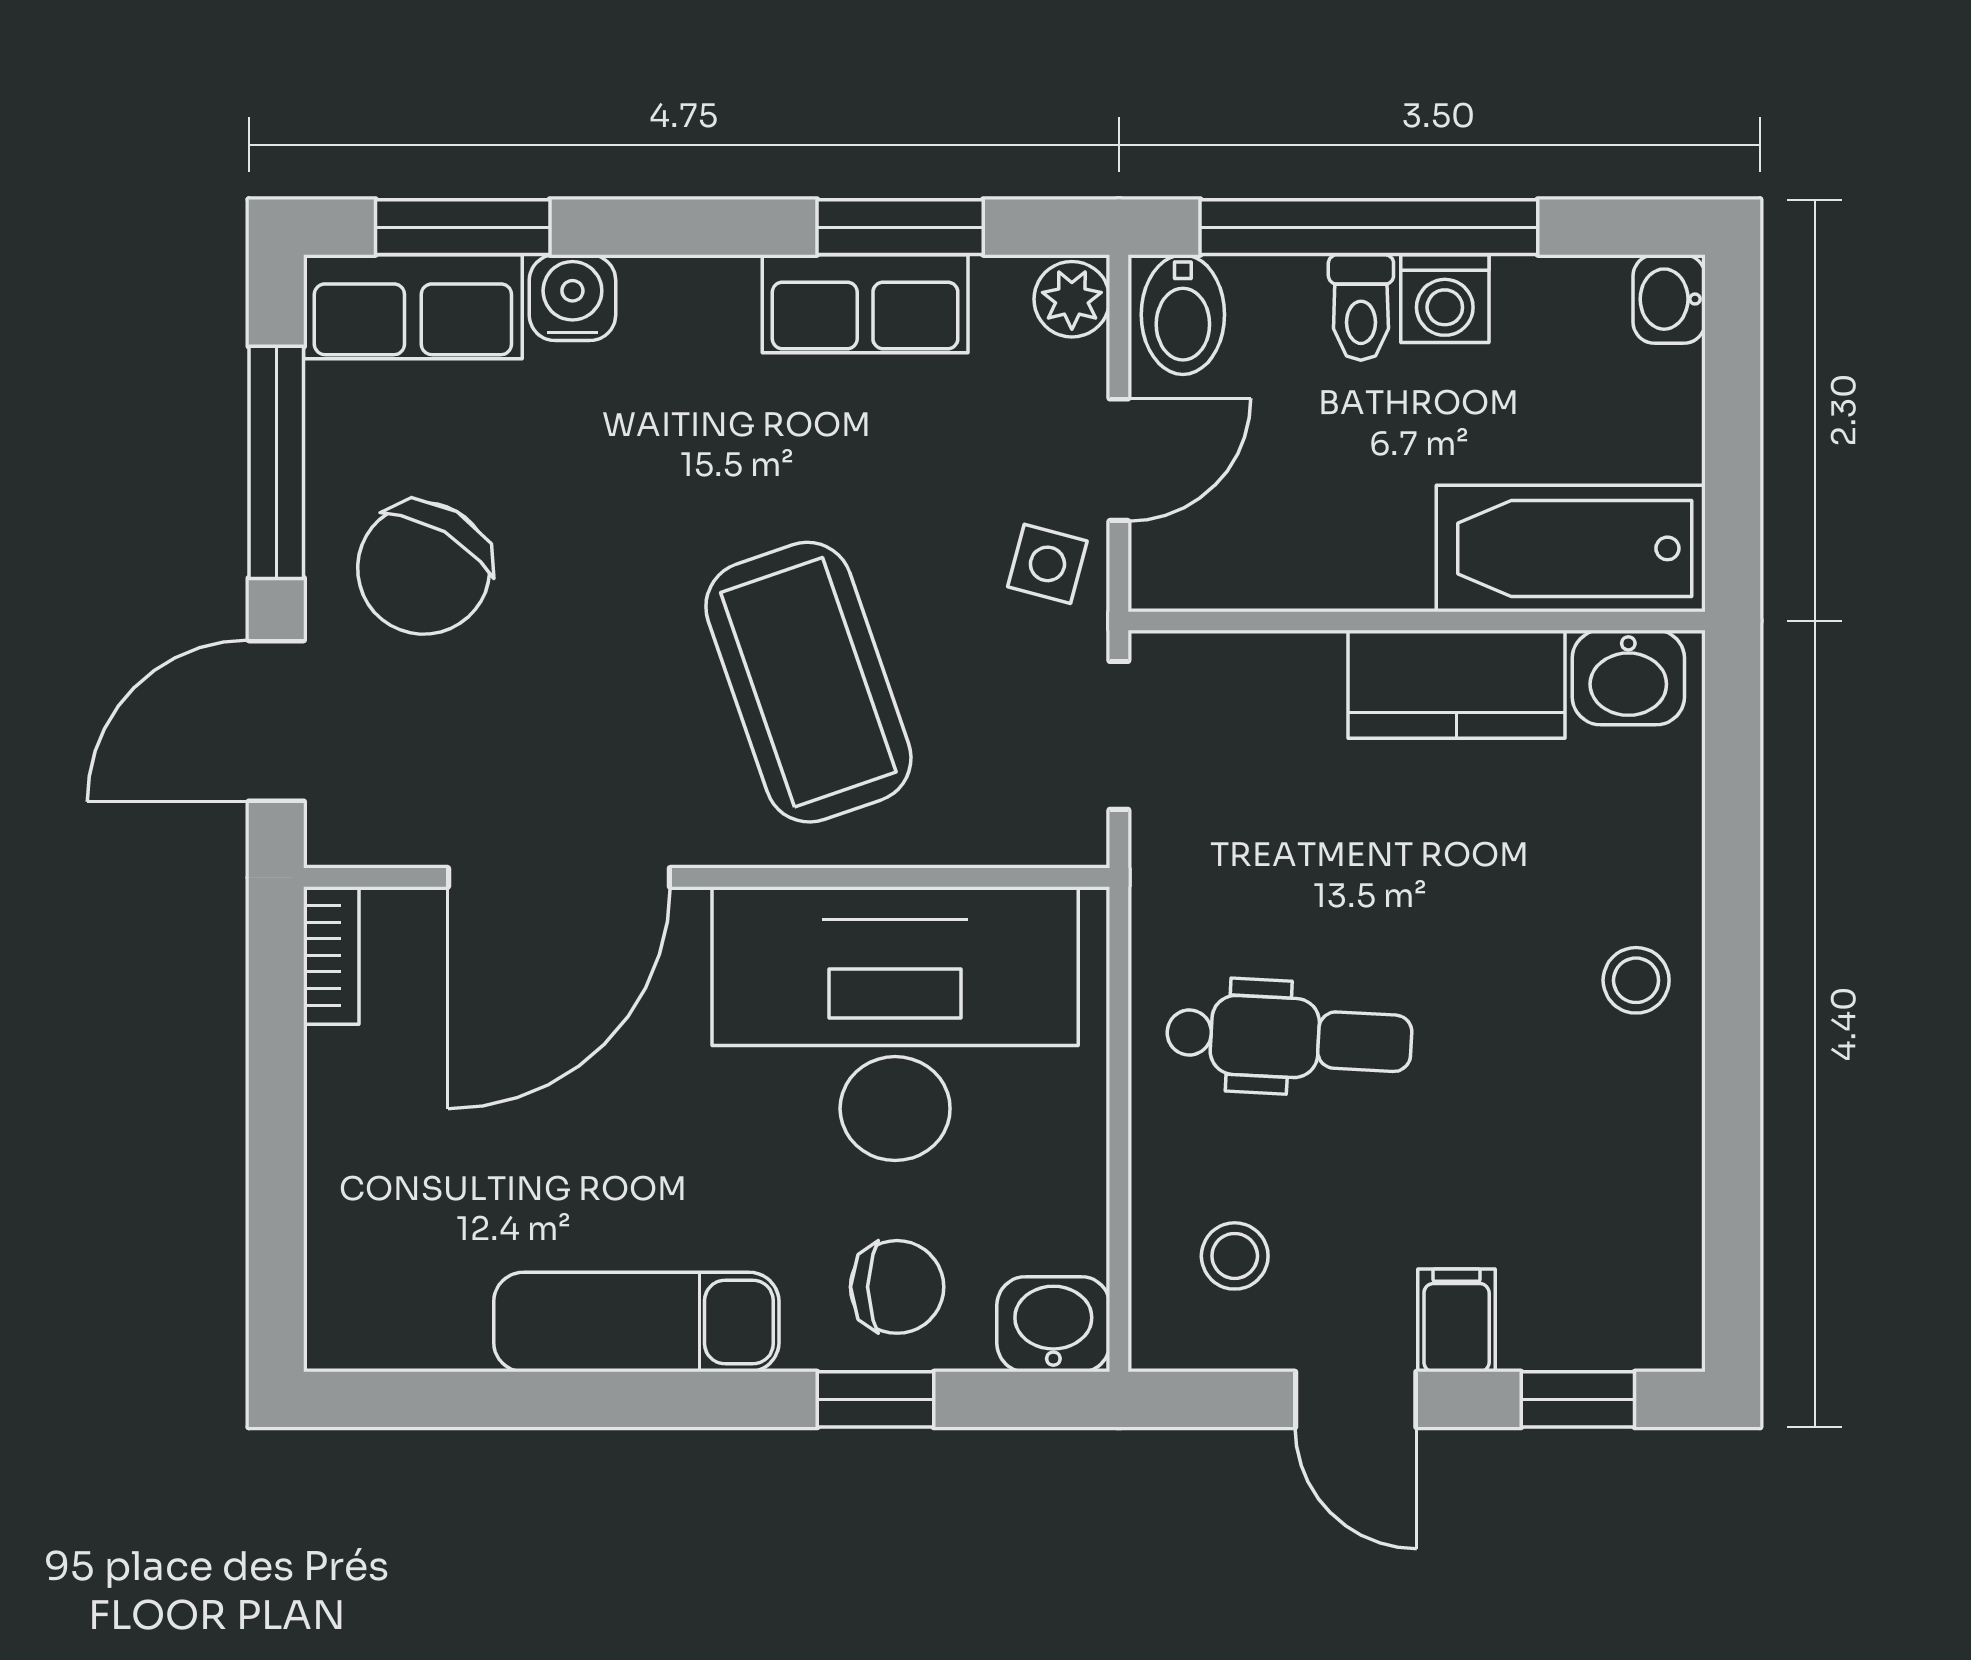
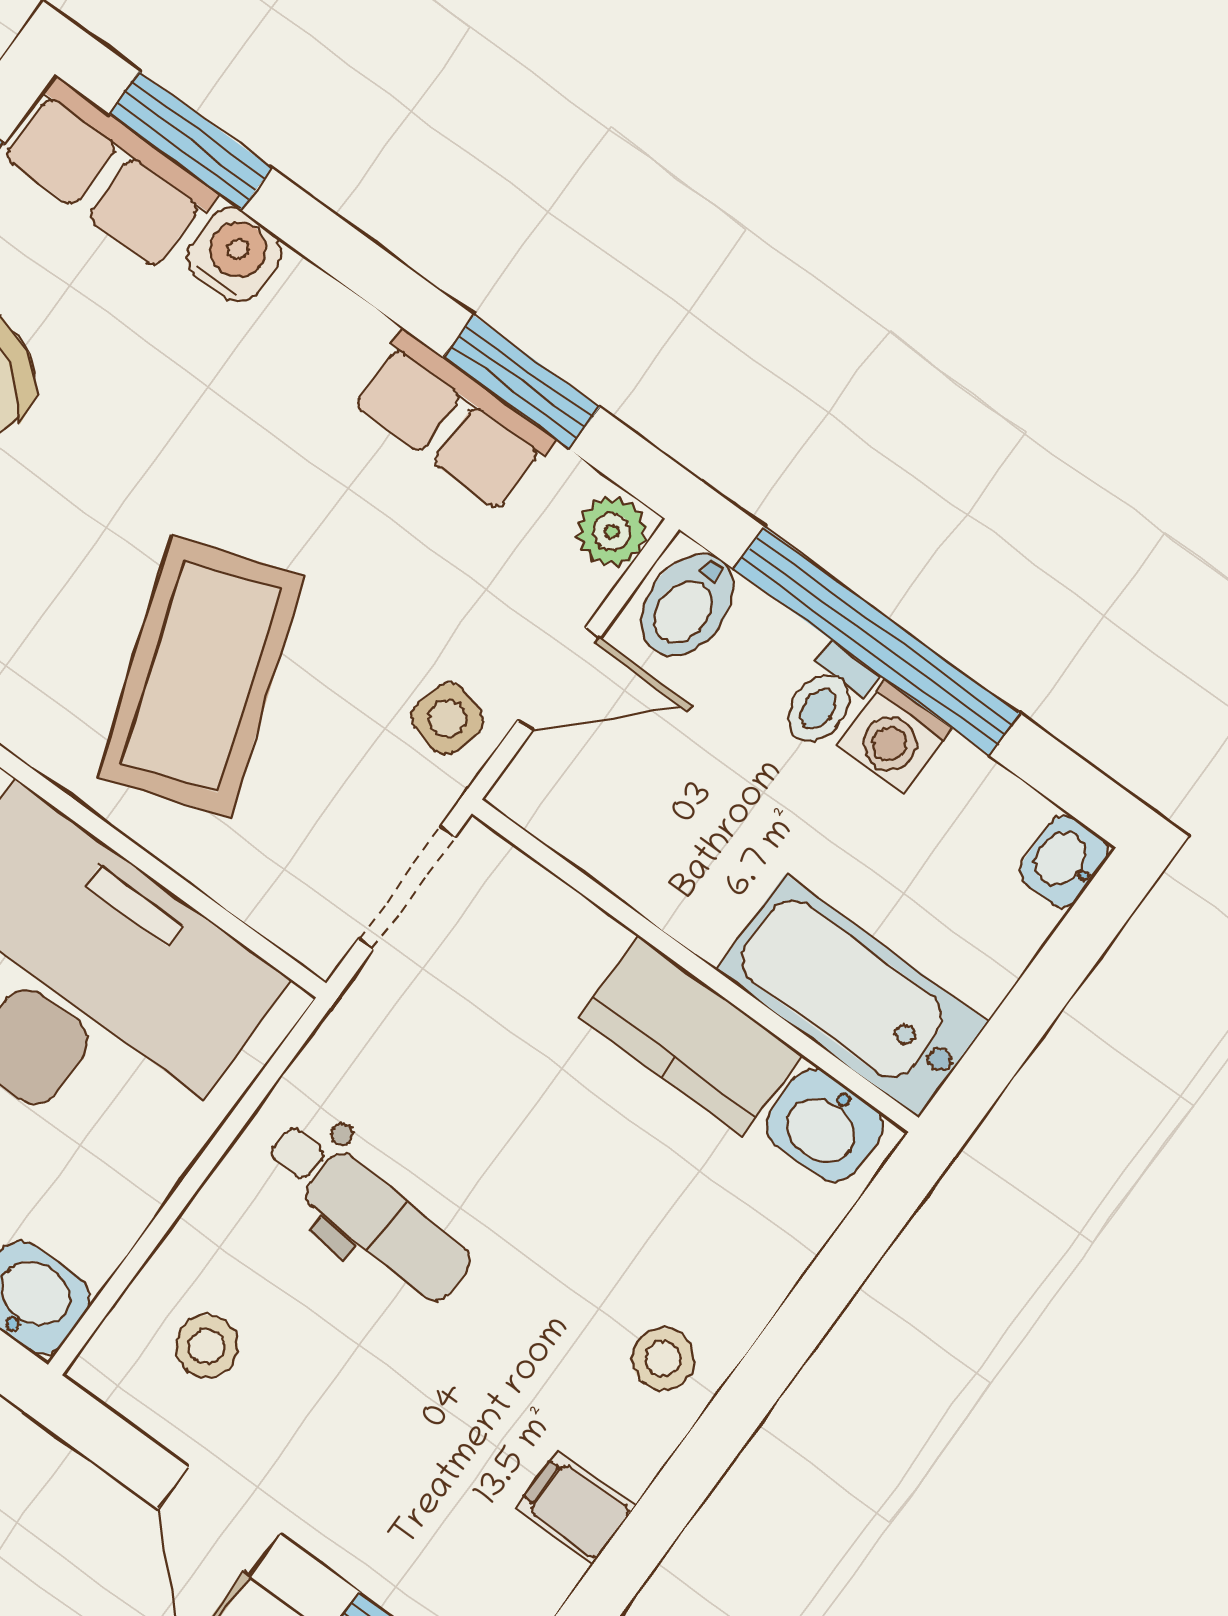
filing cabinet: (1457, 1320) -> (575, 1507), moved, turned -90

